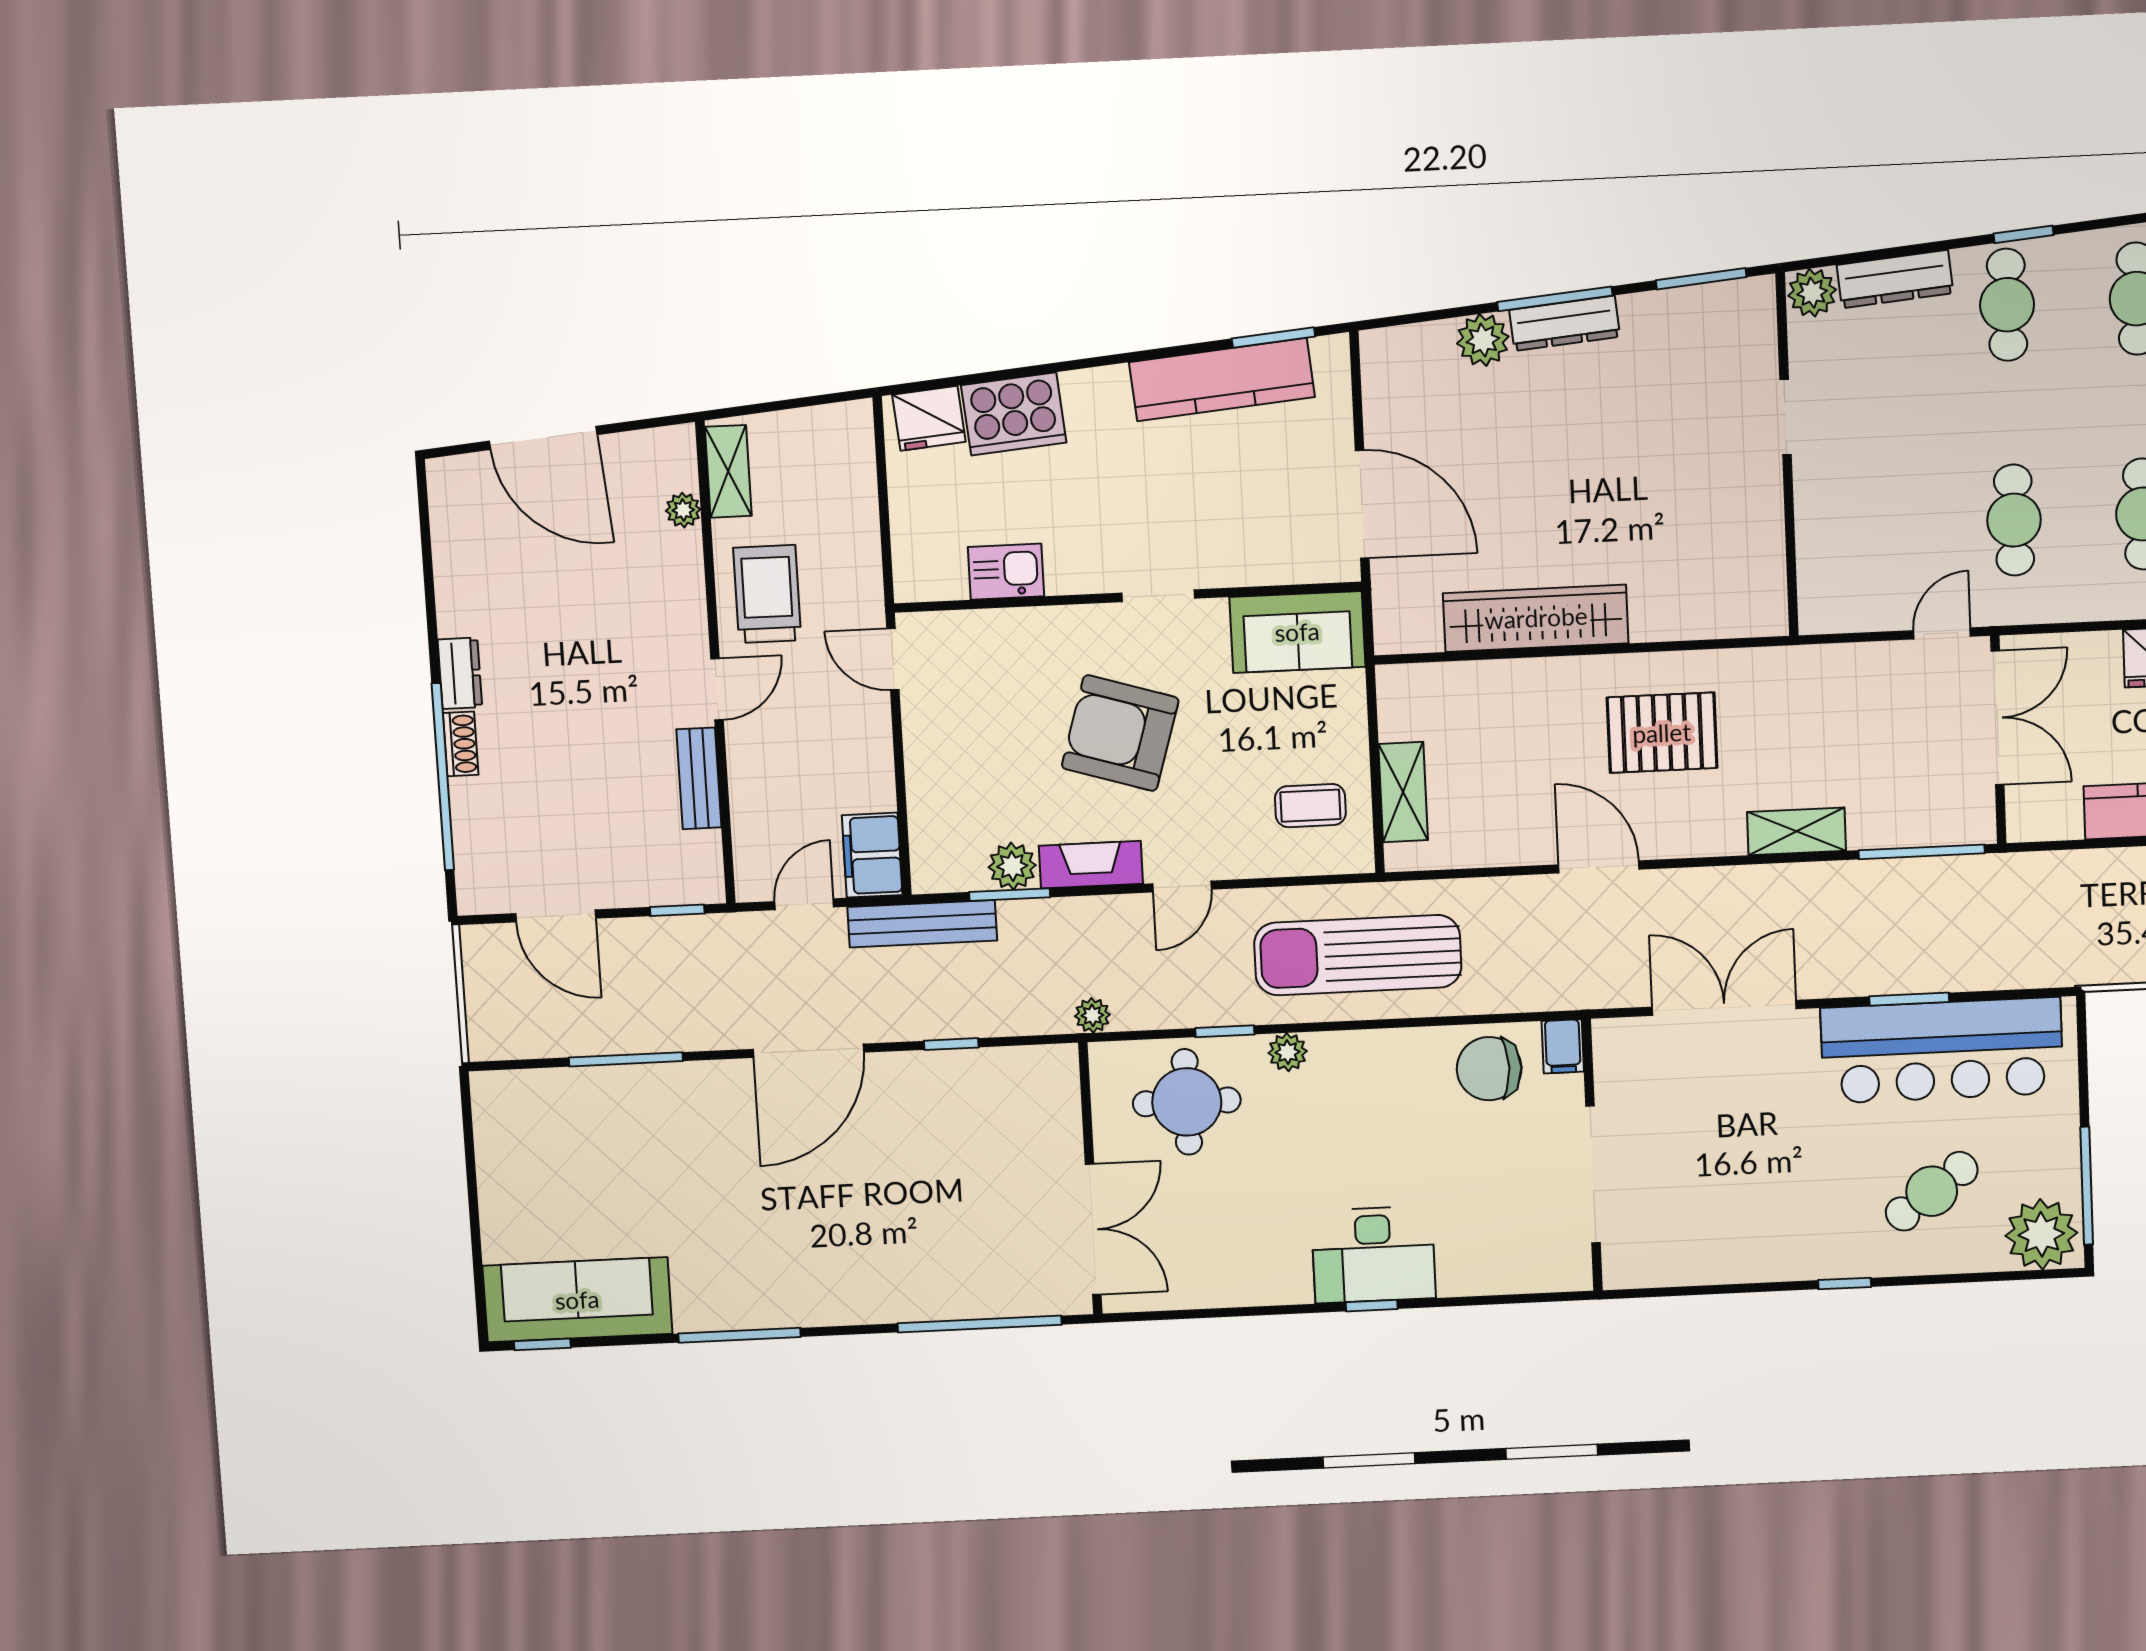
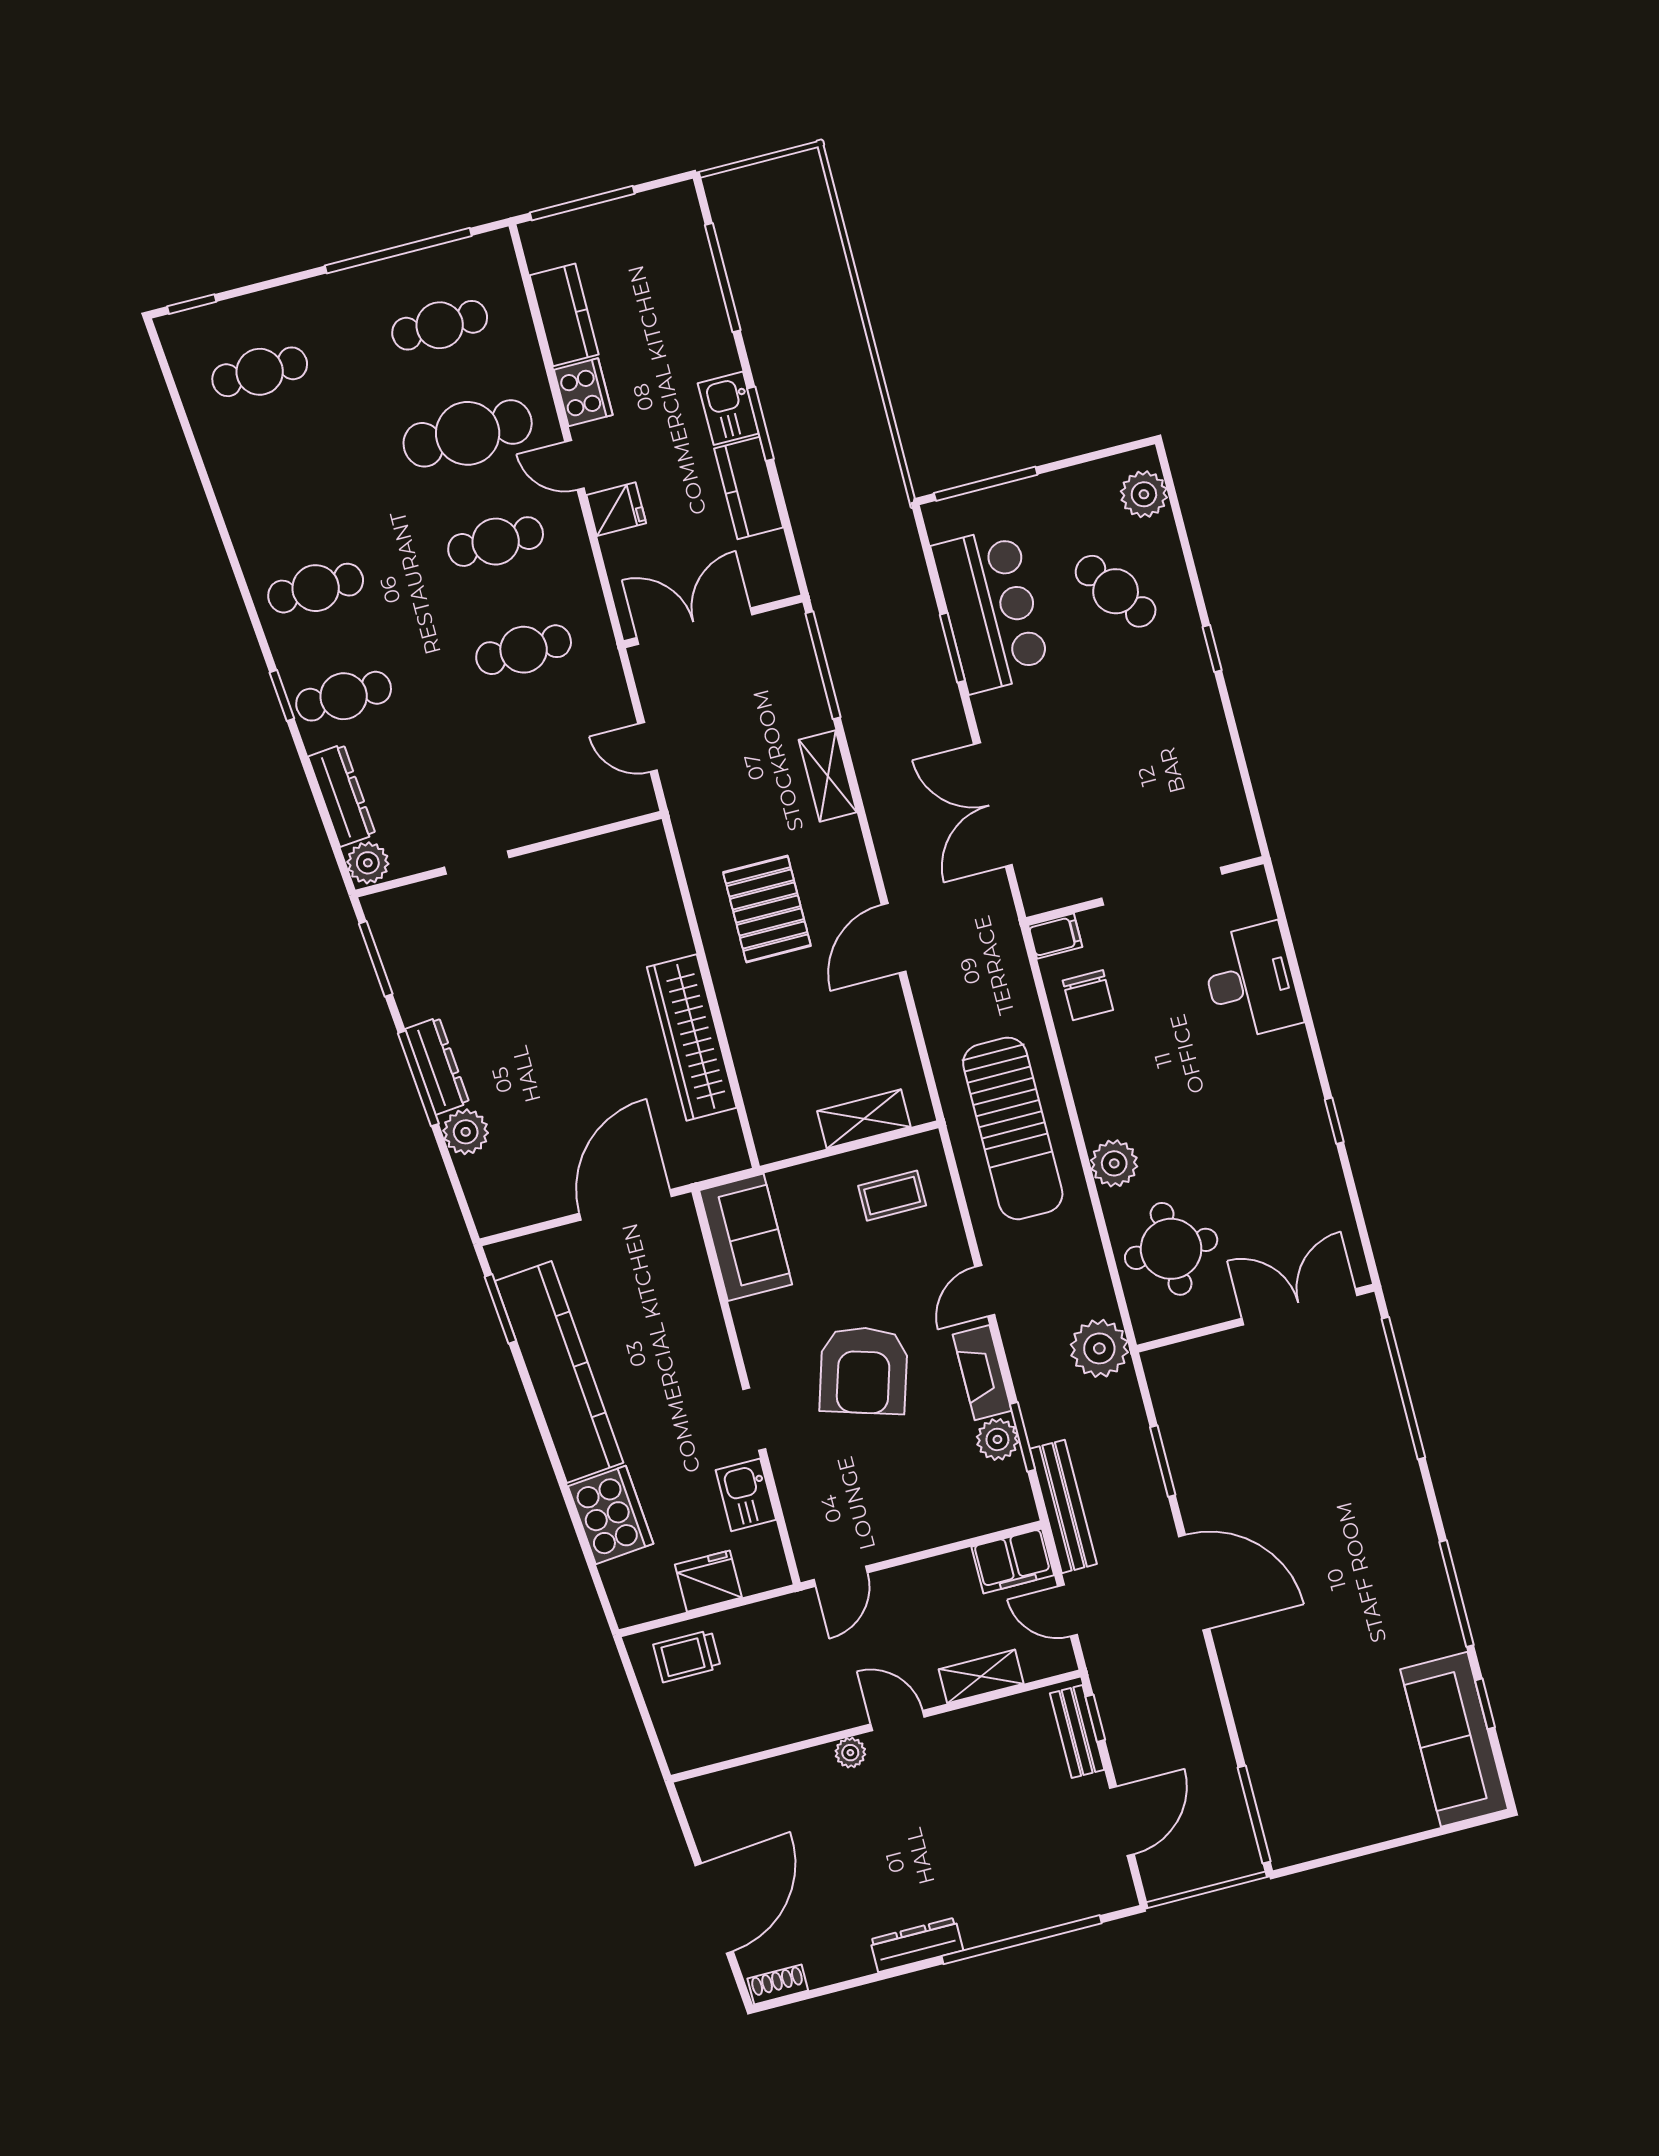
kitchen counter: (1222, 380) -> (559, 1372), width x1.39, depth x1.17
fridge: (929, 418) -> (708, 1581), moved, turned -85
shelving: (728, 471) -> (981, 1676), moved
plant: (683, 510) -> (850, 1753), moved
trolley: (767, 594) -> (687, 1656), moved, width x0.73, depth x0.72
doorway: (1158, 596) -> (754, 1419), moved
door: (1942, 633) -> (647, 747), moved
dresser: (460, 673) -> (917, 1945), width x1.44
shoe rack: (461, 744) -> (778, 1985), moved
bench: (699, 778) -> (1077, 1731), moved, turned 90
coffee table: (1310, 806) -> (892, 1196), turned 90
door: (1182, 887) -> (985, 1291), swing flipped
plant: (1092, 1015) -> (1099, 1348), width x1.88, depth x1.88
window: (1225, 1031) -> (1103, 1229), removed
window: (951, 1044) -> (1163, 1461), width x1.50
bar counter: (1942, 1050) -> (991, 610), width x0.73
plant: (1288, 1052) -> (1114, 1163), width x1.38, depth x1.38
window: (626, 1059) -> (1254, 1815), moved
chair: (1489, 1069) -> (1088, 995), width x0.73, depth x0.73
window: (2087, 1186) -> (986, 484), moved
plant: (2041, 1234) -> (1144, 494), width x0.73, depth x0.73
desk: (1374, 1255) -> (1251, 981), moved
window: (1372, 1306) -> (1334, 1121), moved
window: (542, 1344) -> (1485, 1704), moved

